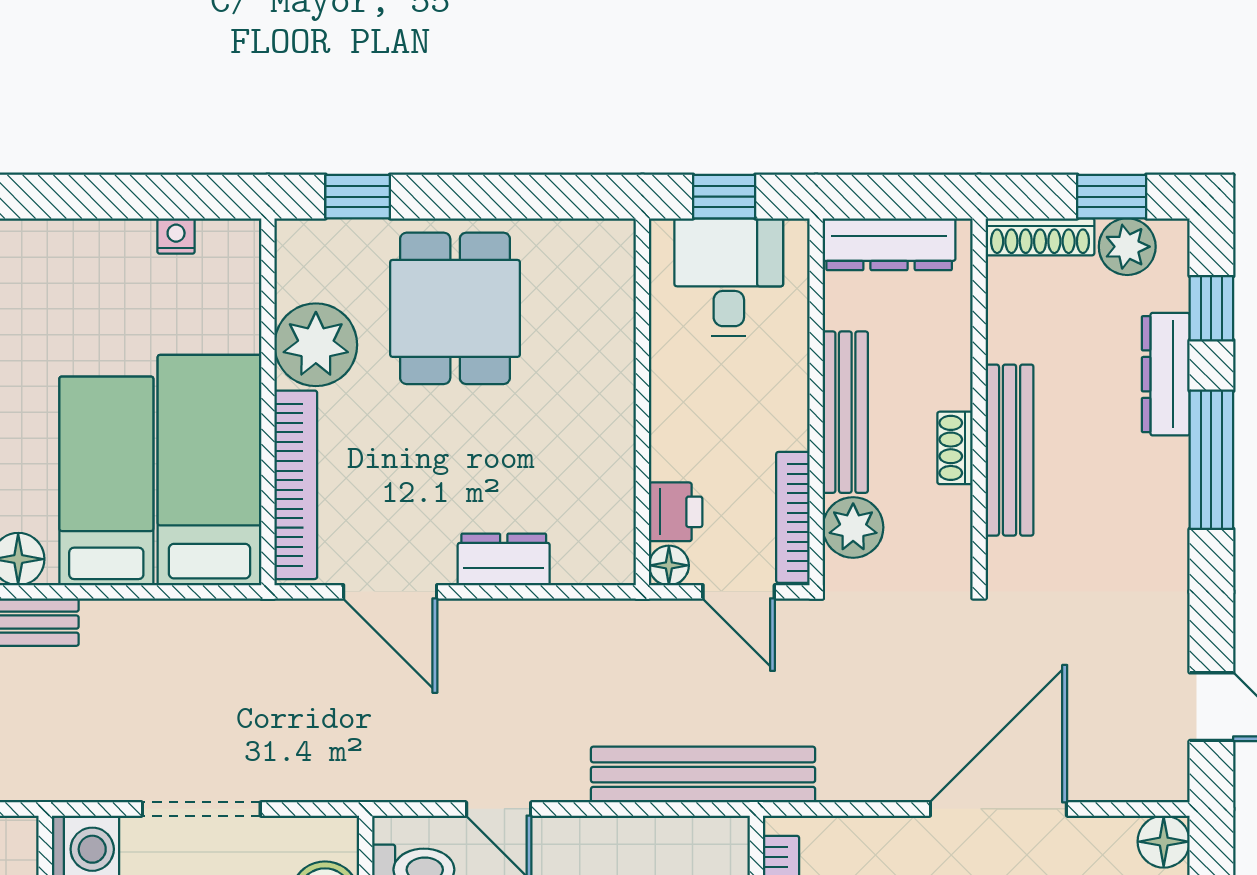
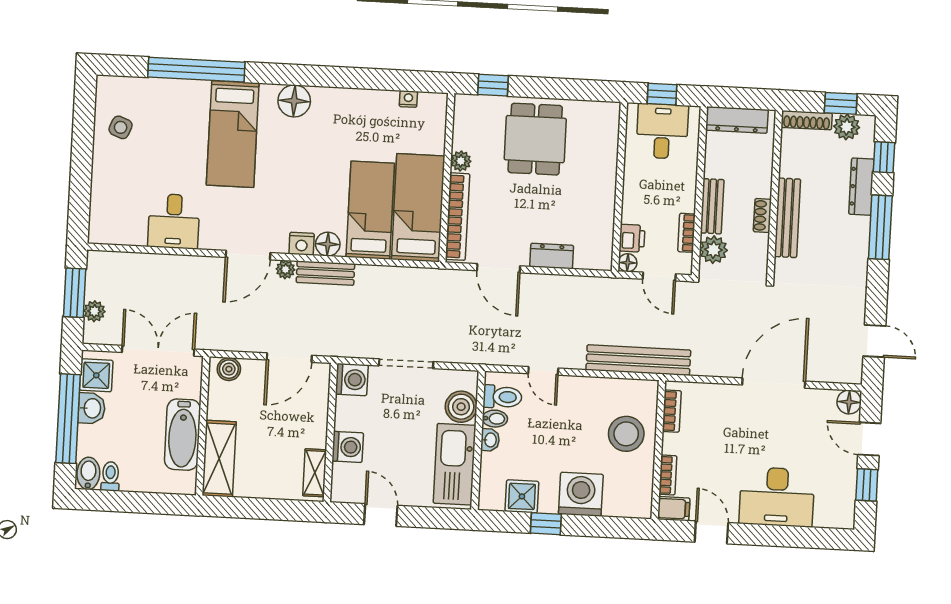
plant: (316, 345) -> (461, 161), width x0.53, depth x0.53
bench: (845, 412) -> (712, 206), width x0.73
bookcase: (793, 517) -> (687, 233), width x0.64

